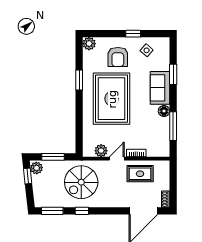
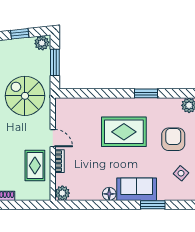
armchair: (118, 57) -> (173, 139), turned 90
rug: (112, 99) -> (124, 132), width x0.73, depth x0.69
window: (173, 126) -> (91, 205), removed
plant: (101, 151) -> (62, 193), moved
window: (28, 176) -> (20, 34), moved

